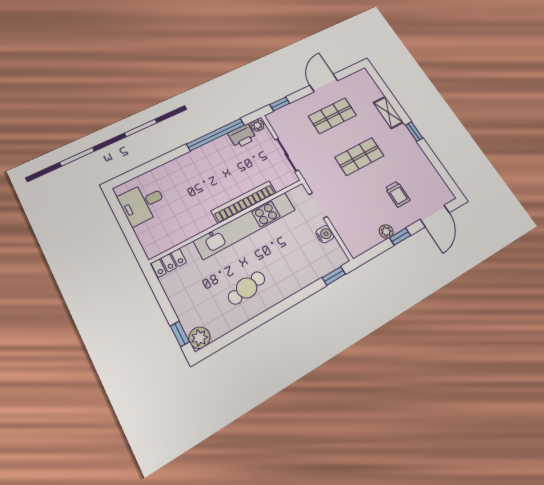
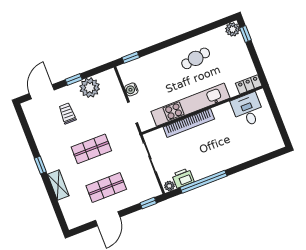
desk: (143, 203) -> (248, 110), moved, turned -90
plant: (386, 231) -> (90, 88), width x1.87, depth x1.87

